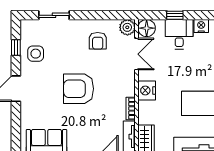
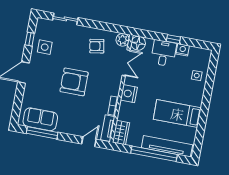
window: (175, 15) -> (173, 39), moved
armchair: (98, 41) -> (97, 46), turned 80

